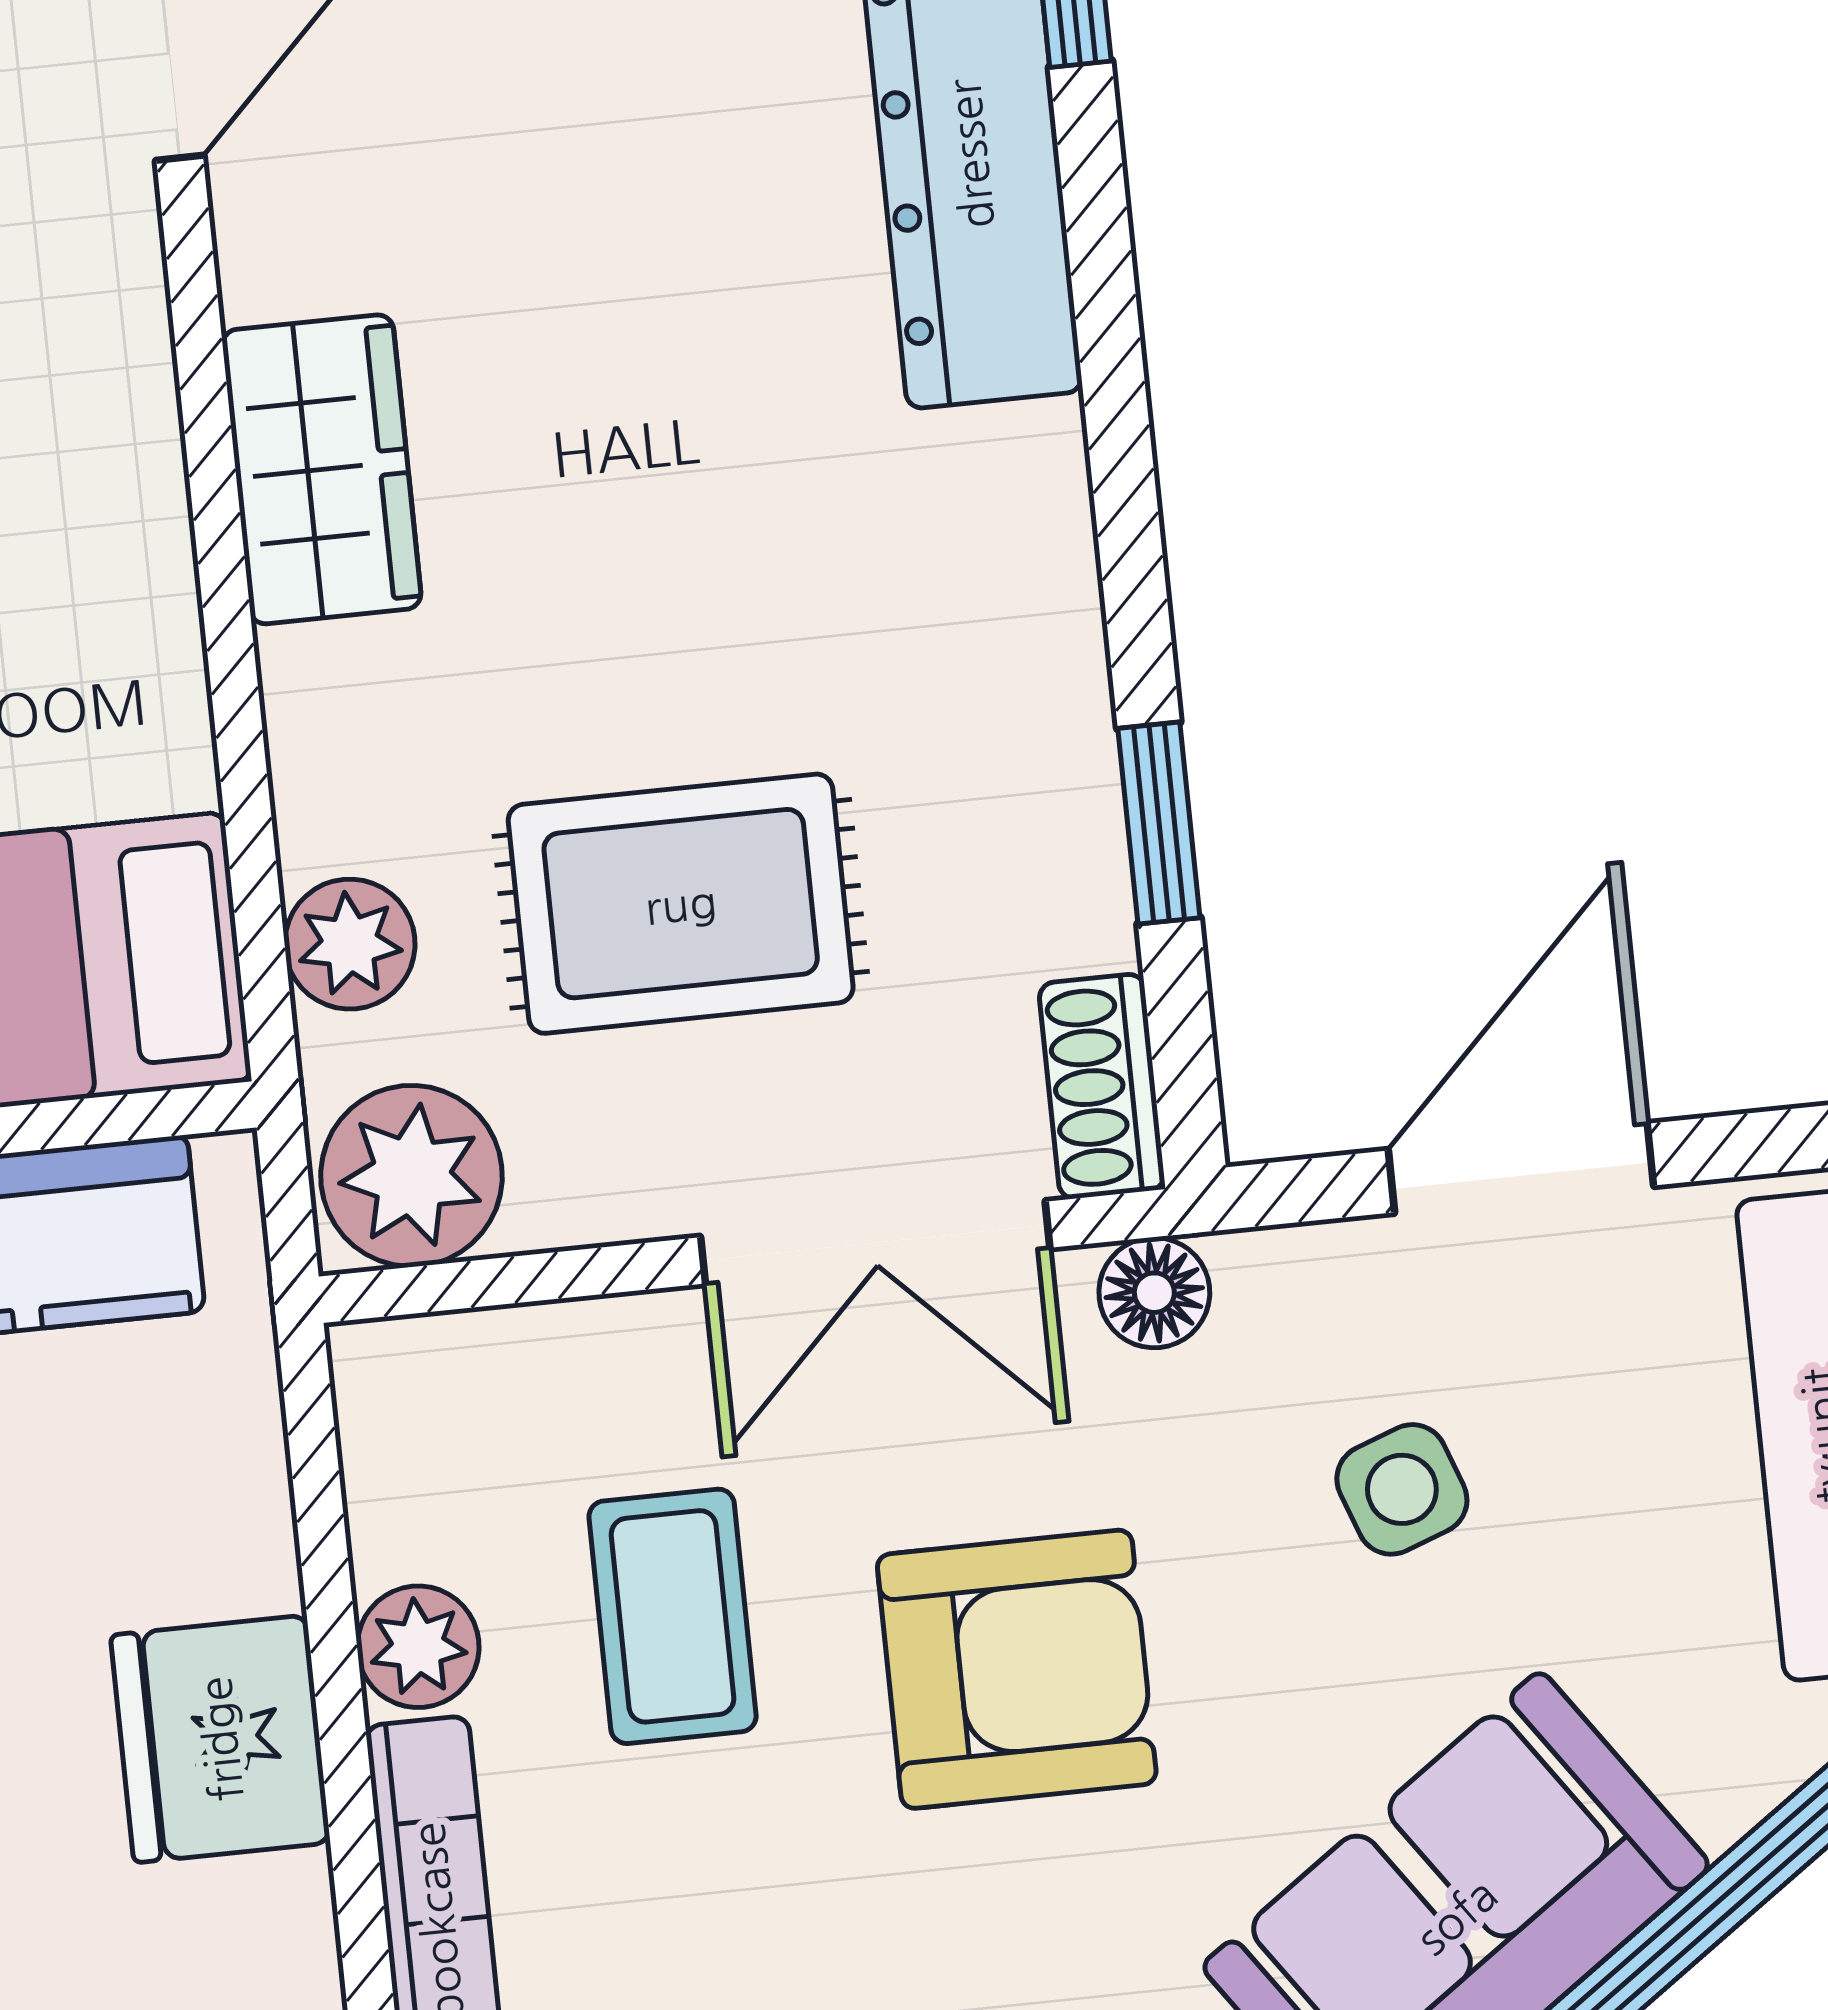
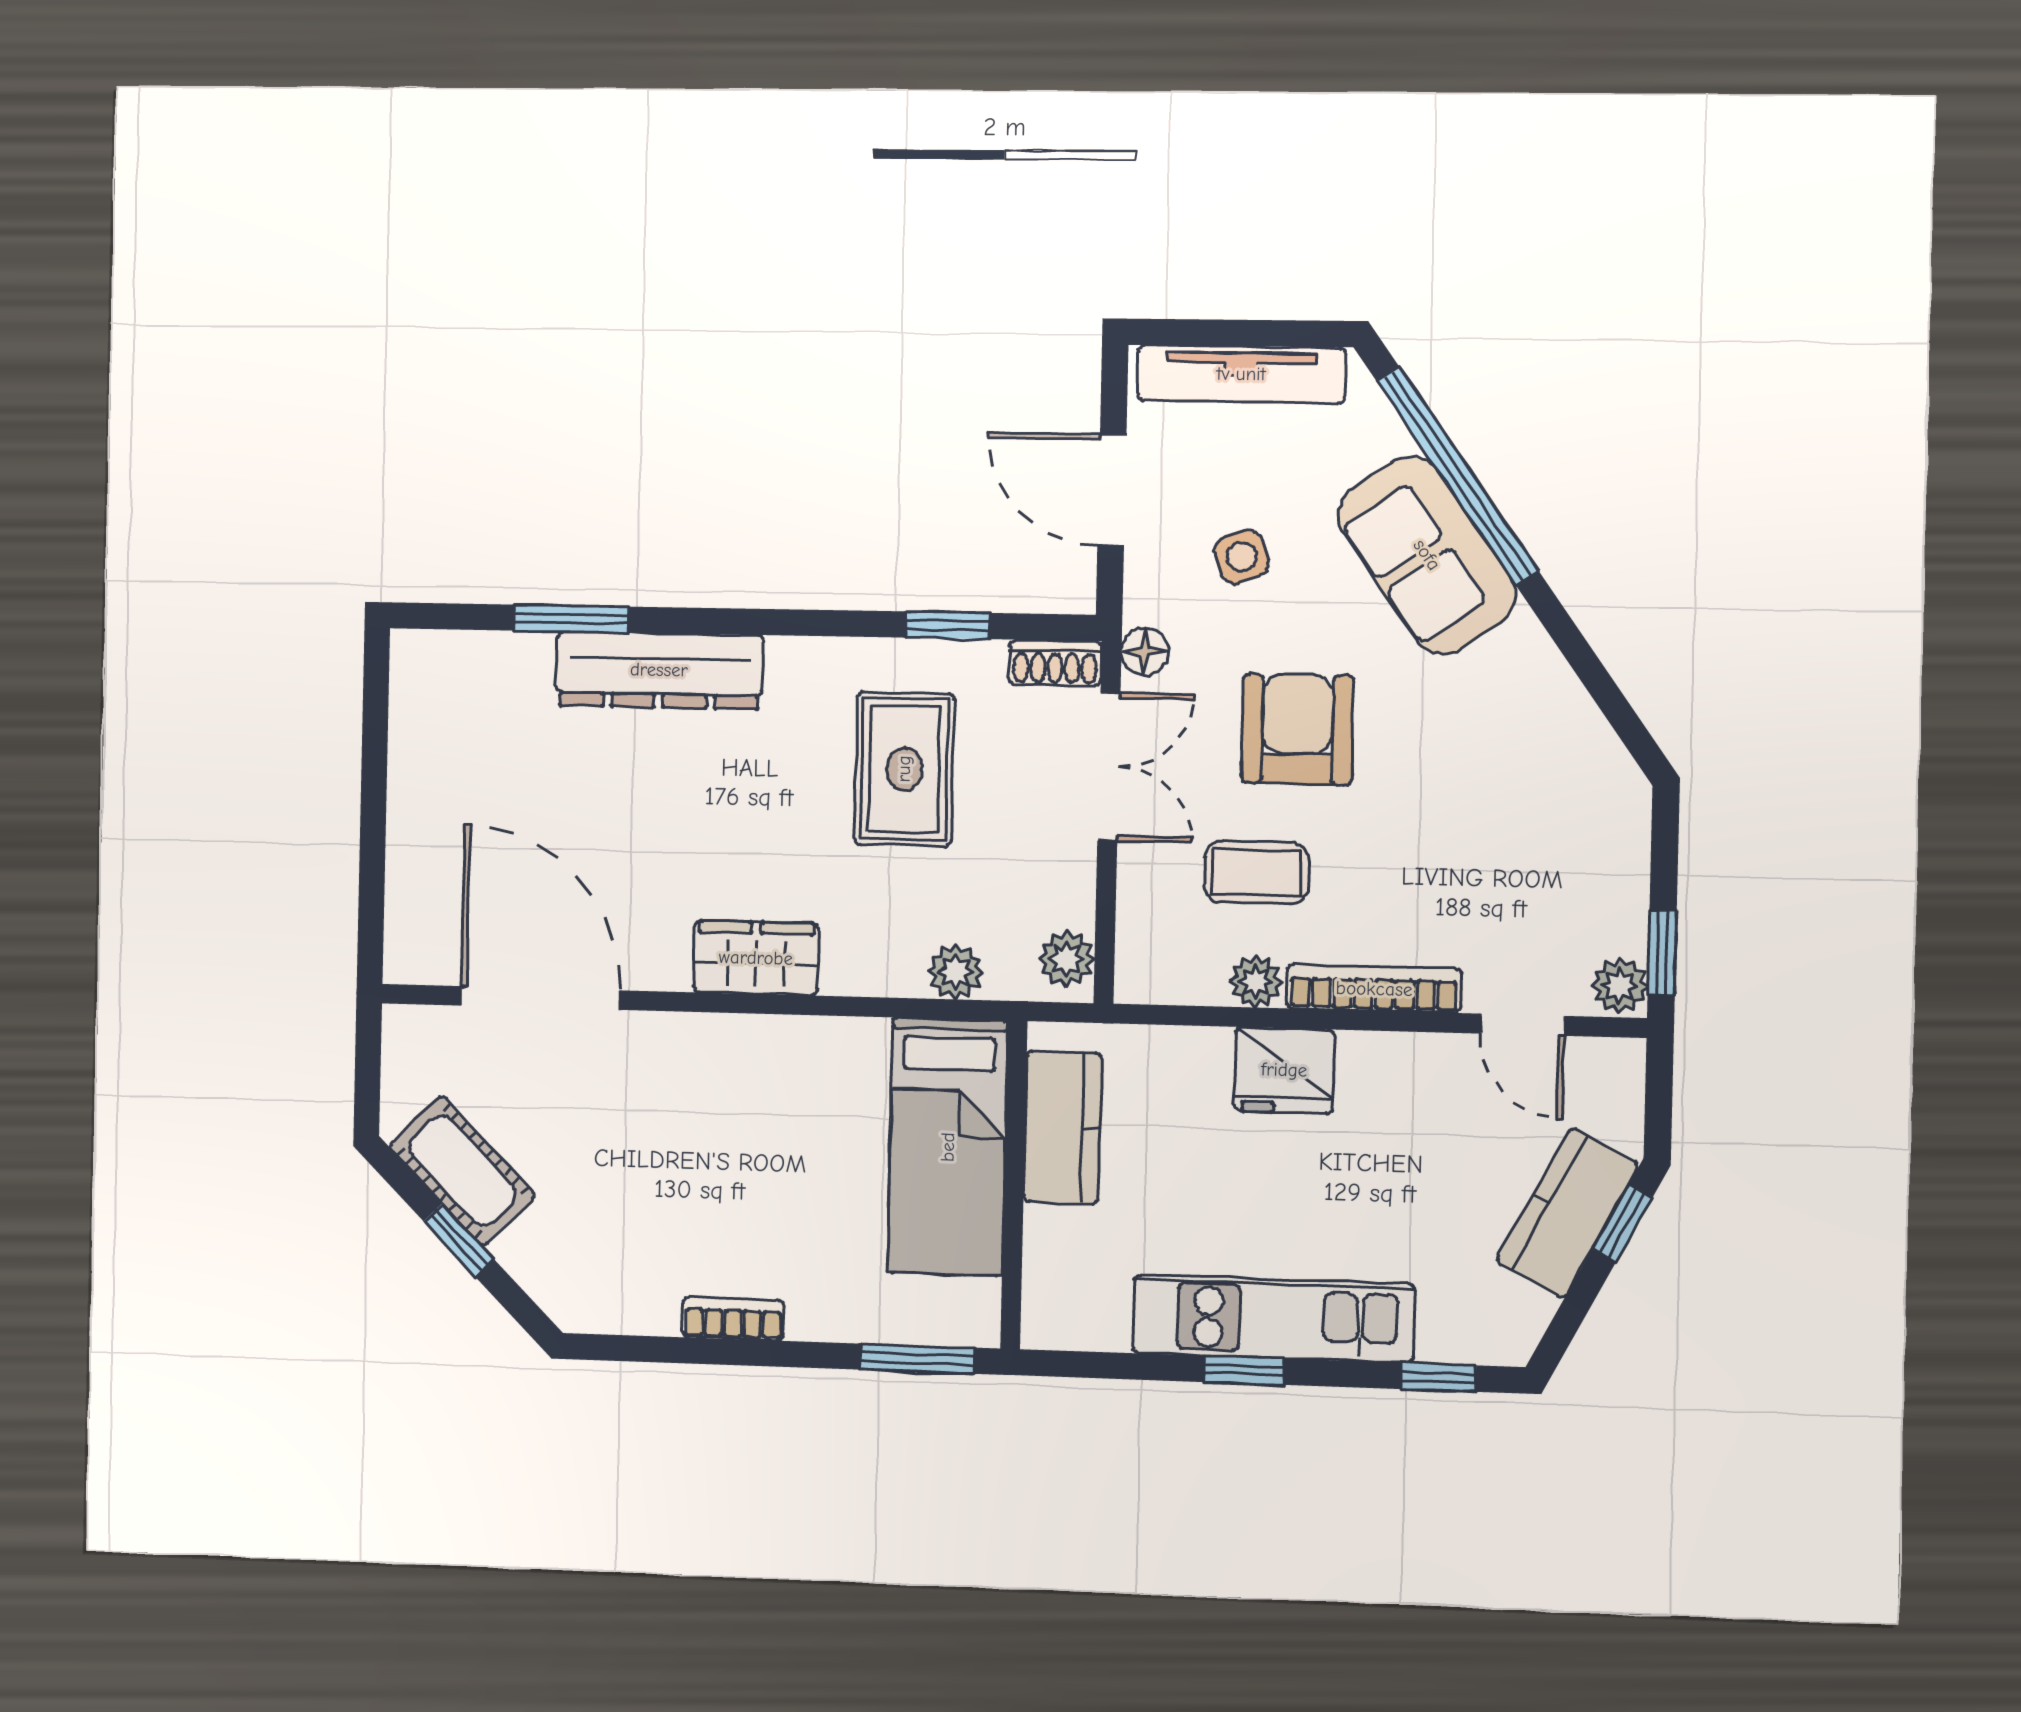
rug: (681, 904) -> (904, 769), moved
plant: (411, 1176) -> (1067, 959), width x0.73, depth x0.73

